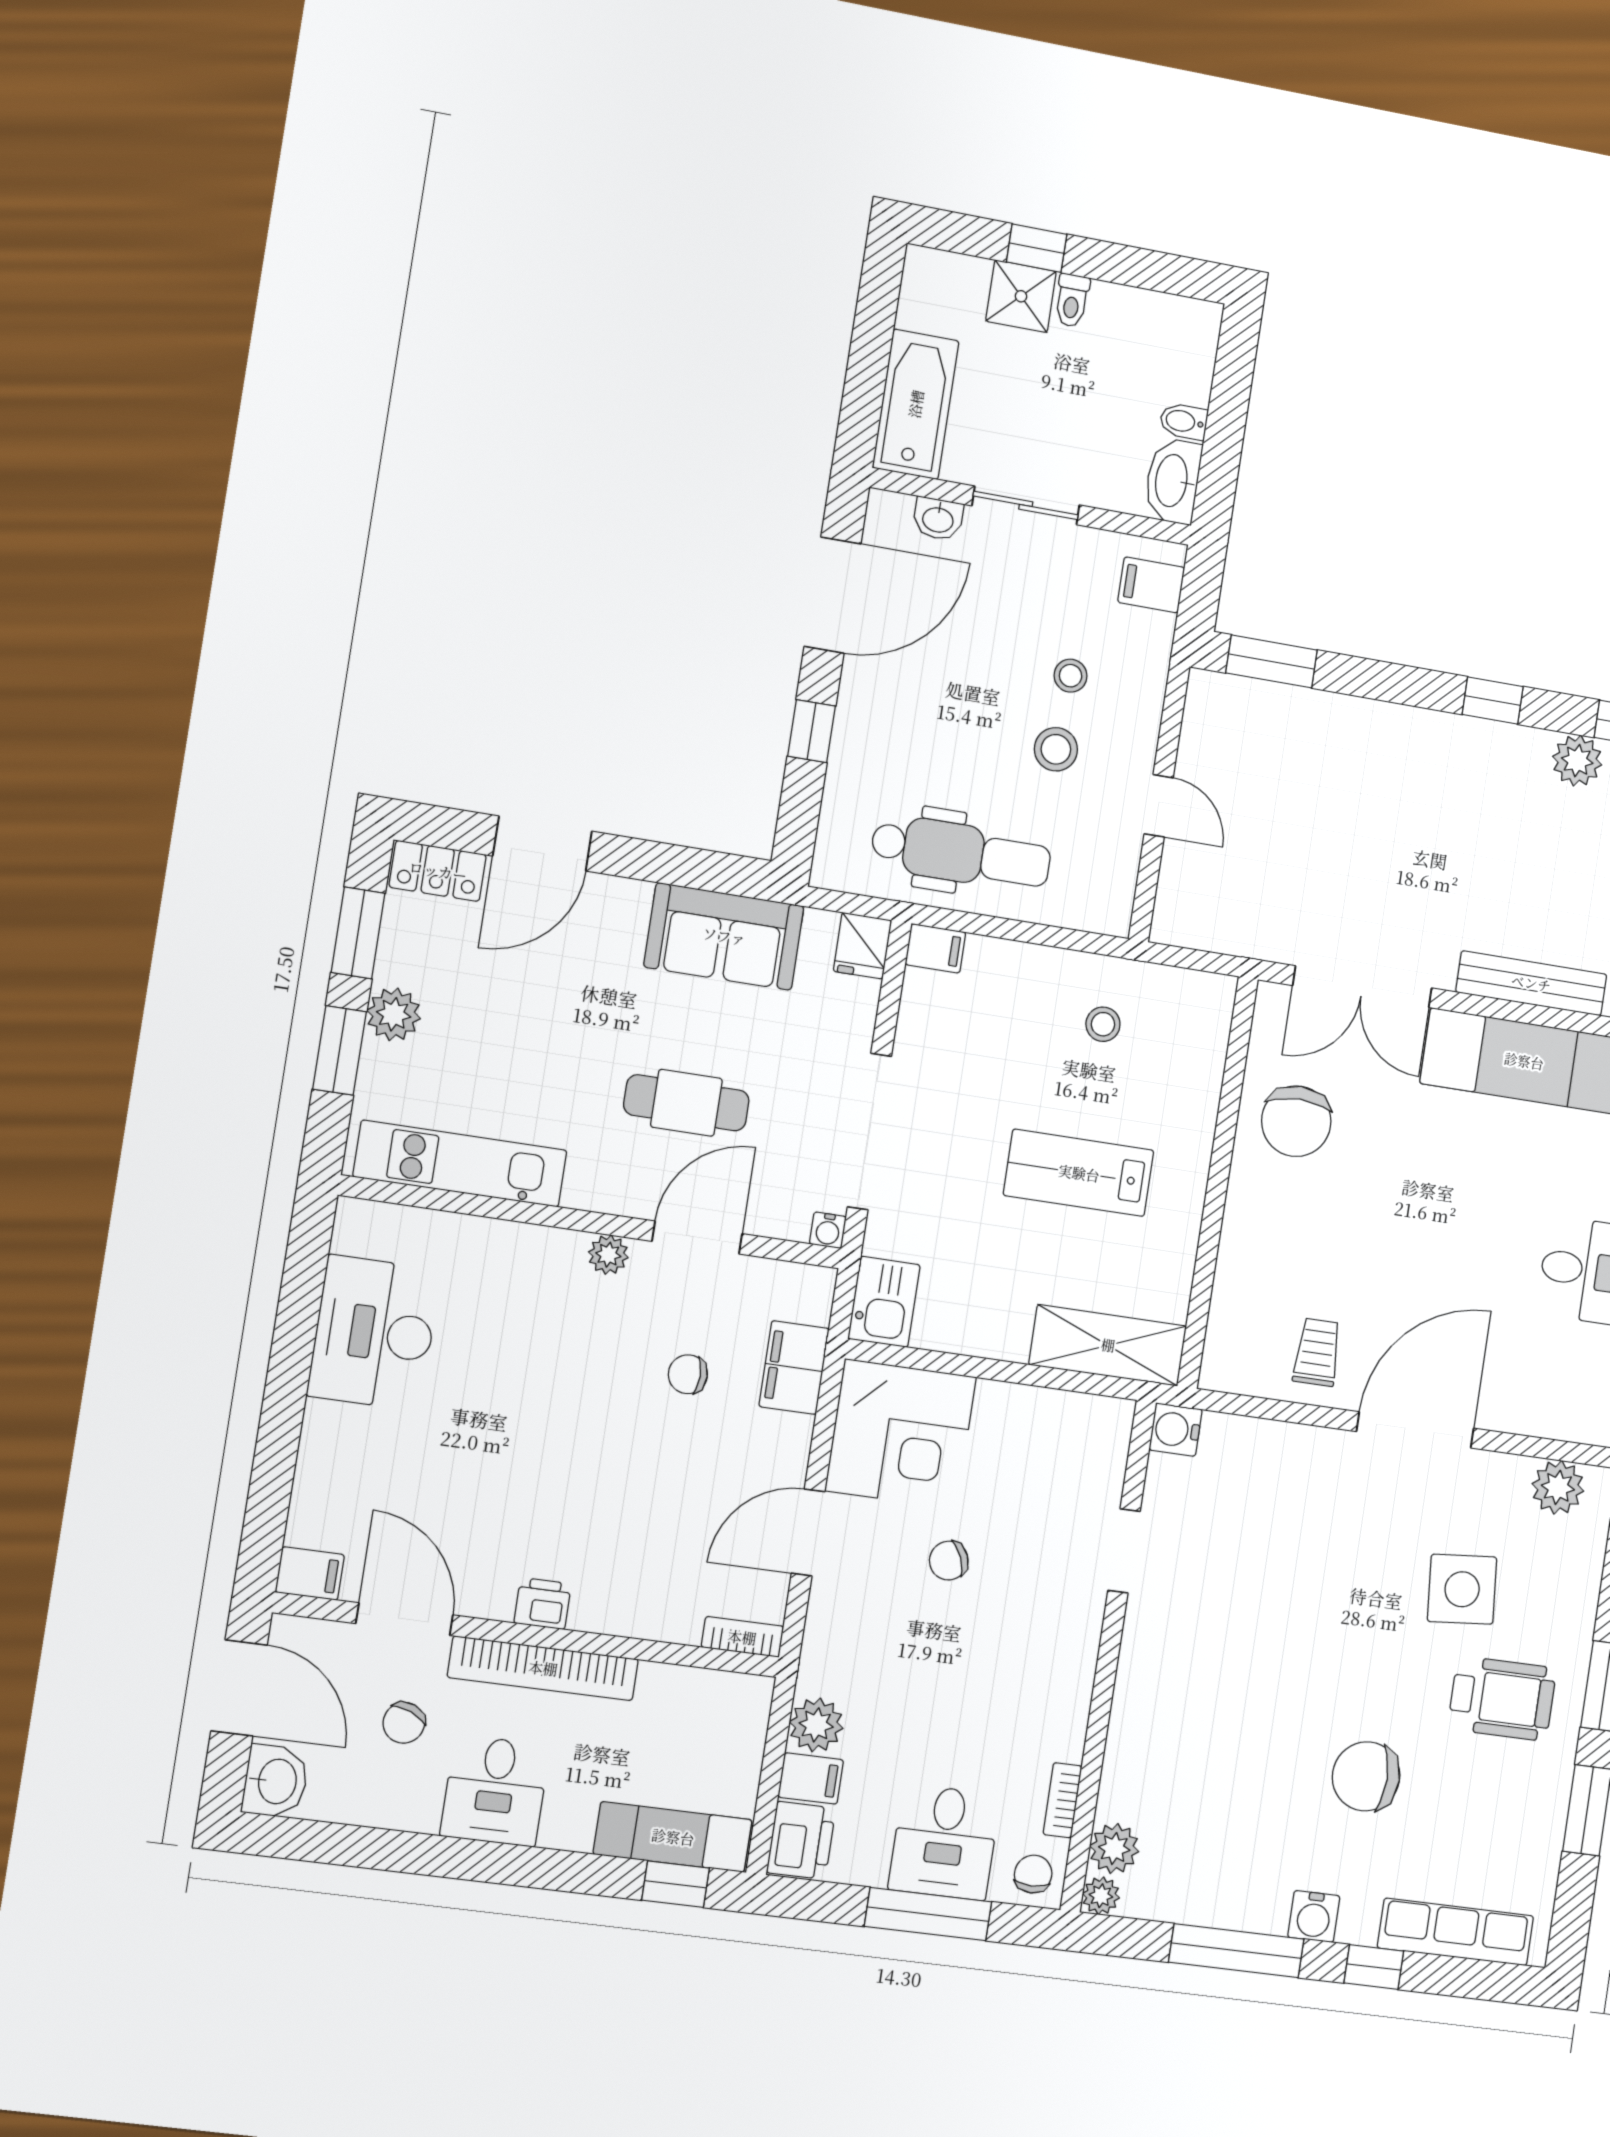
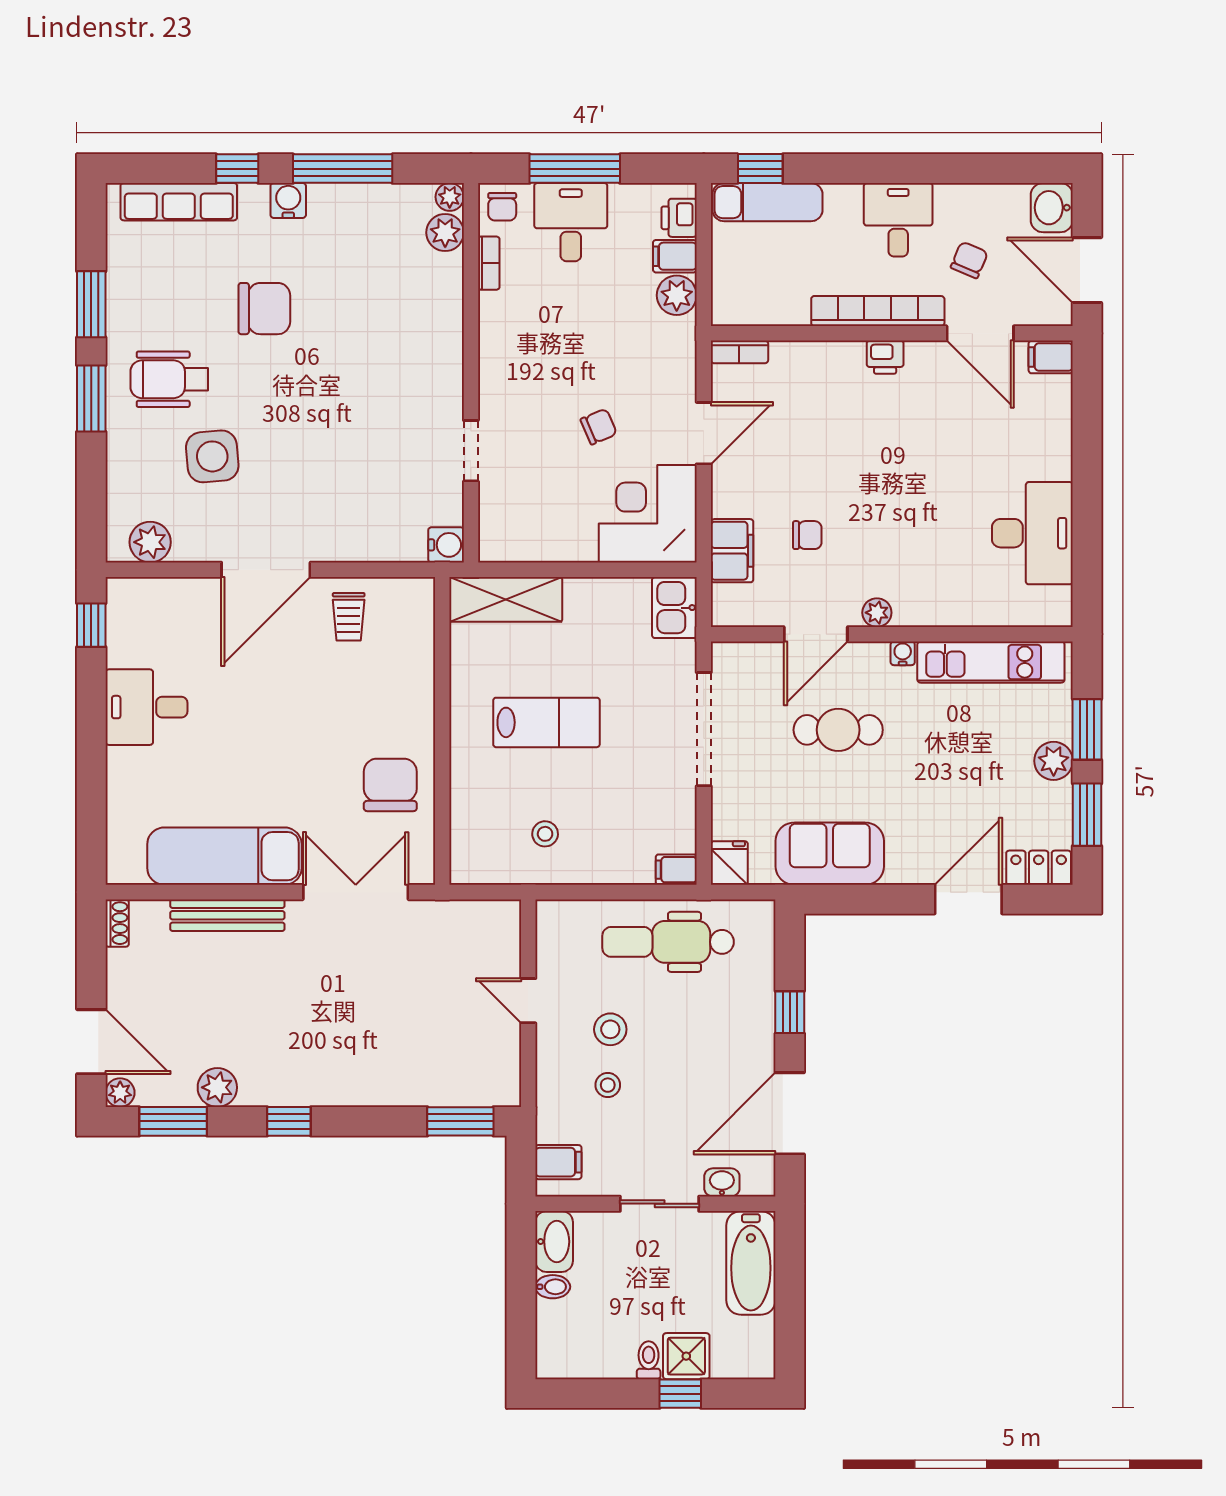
water cooler: (828, 1230) -> (903, 653), moved
printer: (801, 1840) -> (679, 218), width x0.73, depth x0.81

